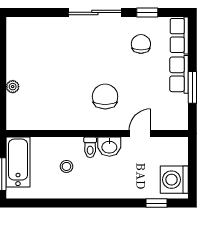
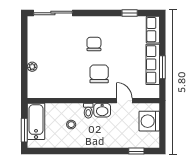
sliding door: (95, 12) -> (53, 13), moved
chair: (141, 44) -> (94, 44), moved
row of seats: (179, 74) -> (153, 64), width x1.48
door: (140, 133) -> (124, 101), hinge flipped
washing machine: (174, 180) -> (149, 121), moved

